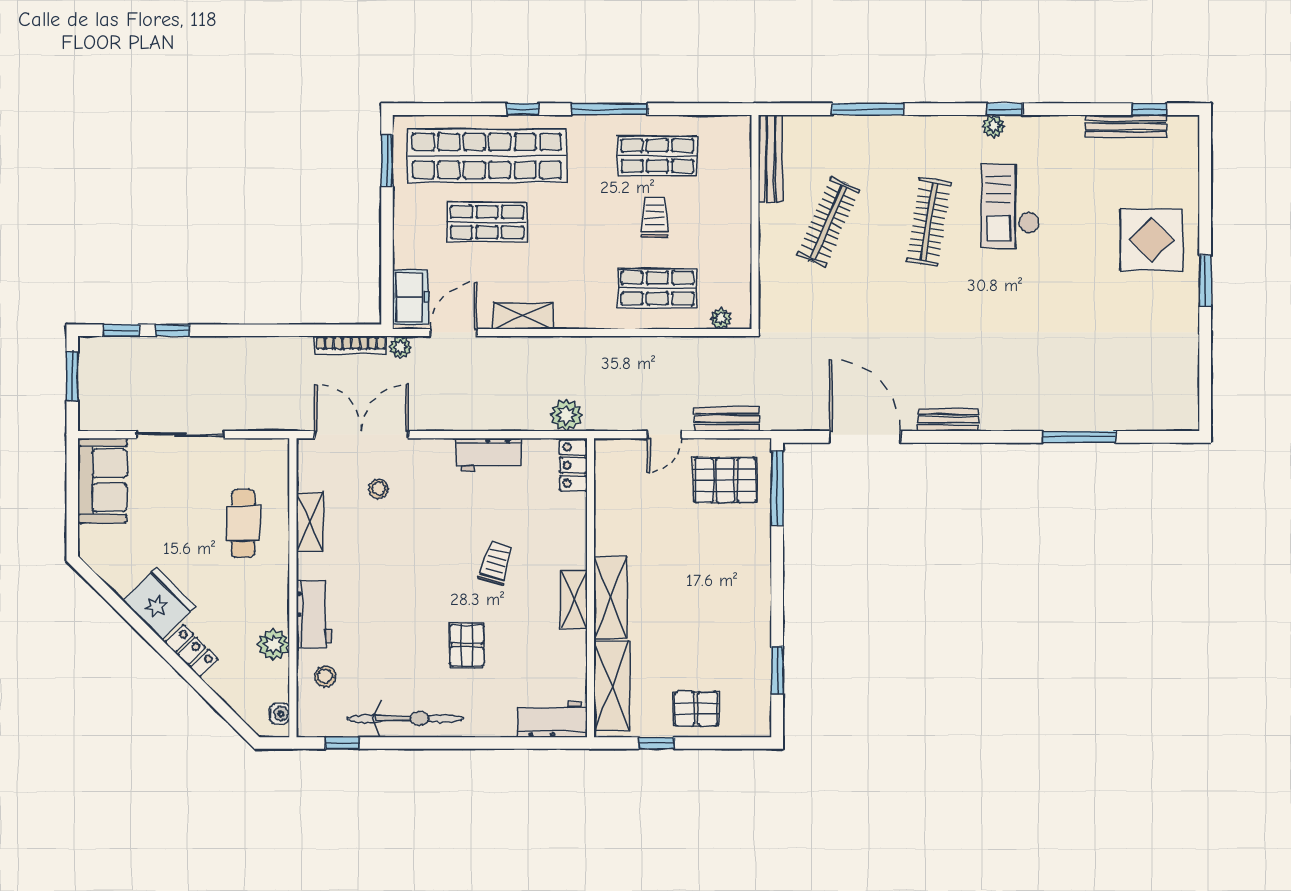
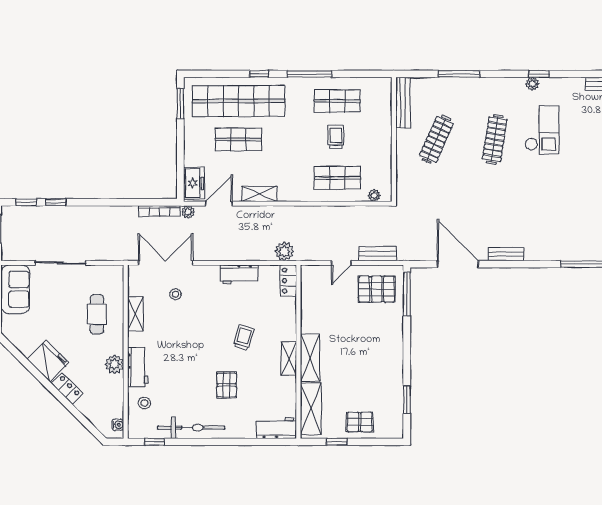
checkout: (1010, 206) -> (542, 130), turned 180
plant: (274, 644) -> (114, 364), moved

